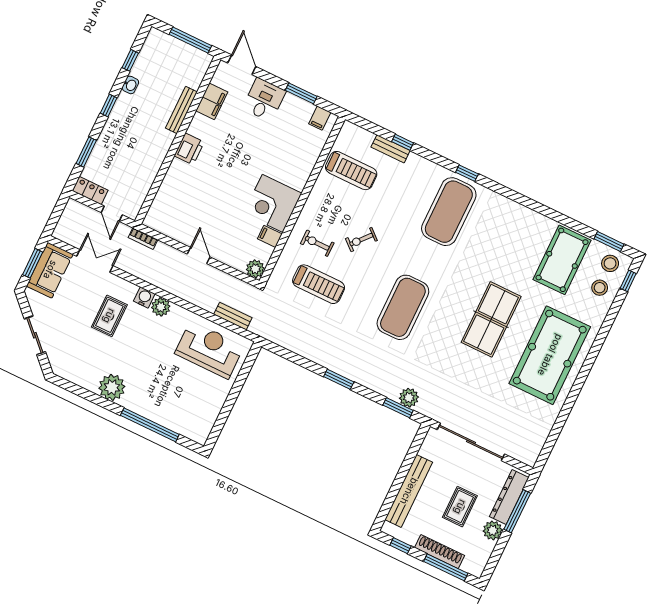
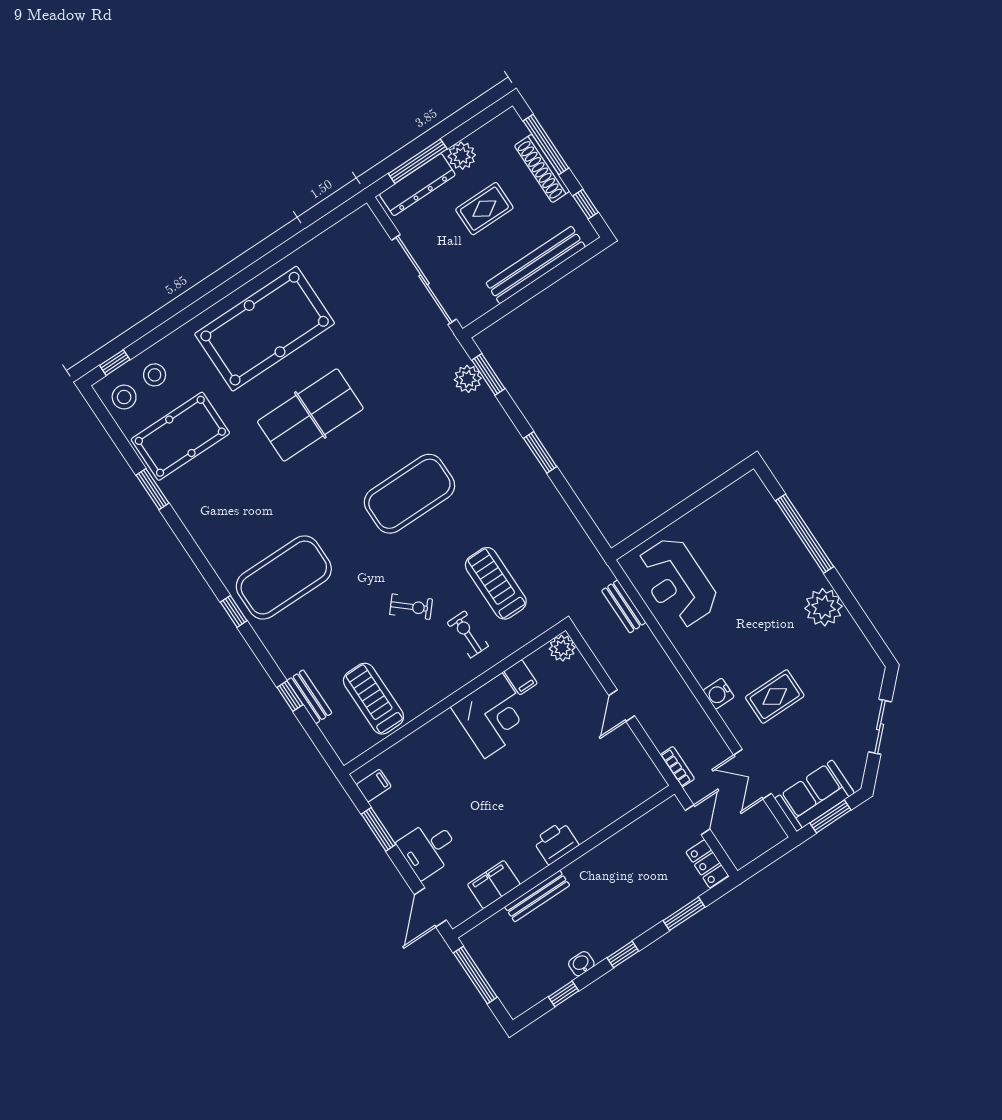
window: (609, 241) -> (153, 489), moved
exercise bike: (317, 243) -> (468, 634), turned 180
plant: (161, 307) -> (705, 670), removed

